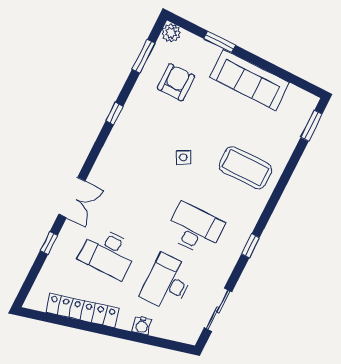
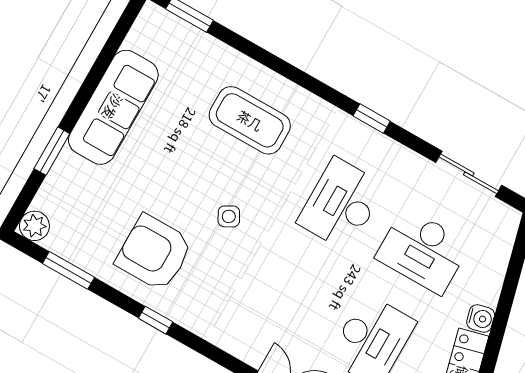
armchair: (176, 82) -> (154, 253), moved, width x1.36, depth x1.36
coffee table: (245, 168) -> (250, 120), turned 90
water cooler: (142, 326) -> (481, 318), moved

